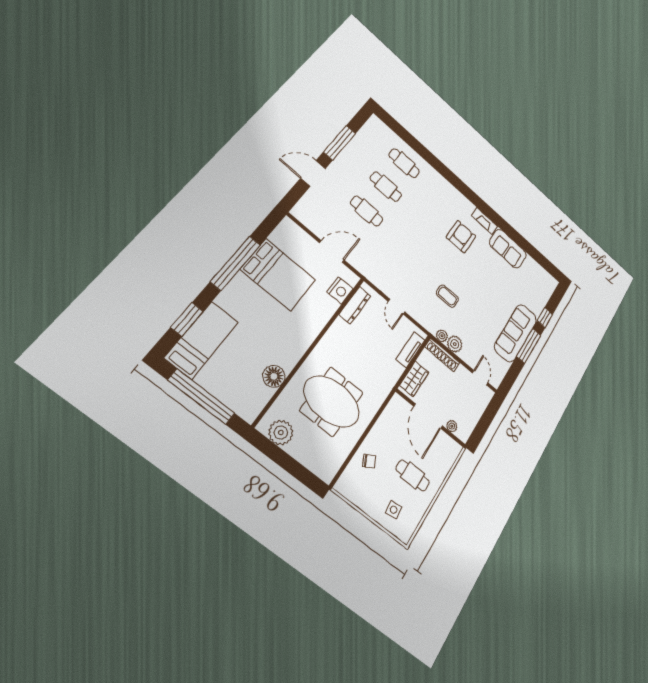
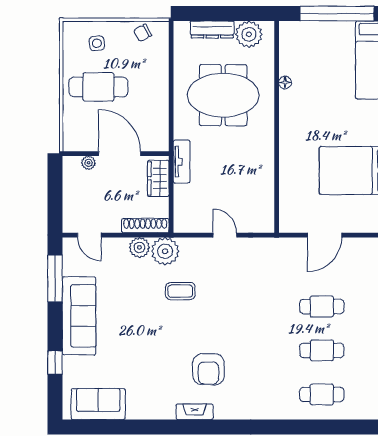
sofa: (508, 249) -> (98, 404), moved
nightstand: (340, 290) -> (290, 204), removed
dresser: (355, 305) -> (212, 30), moved, turned -90
plant: (442, 336) -> (165, 251), width x1.88, depth x1.88
window: (529, 346) -> (55, 278), moved
tv unit: (410, 350) -> (182, 162), moved
floor lamp: (274, 376) -> (285, 82), width x0.53, depth x0.53
chair: (369, 461) -> (143, 33), moved
cafe table: (413, 475) -> (98, 87), width x1.37, depth x1.35

